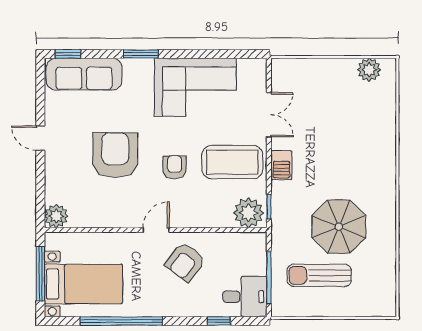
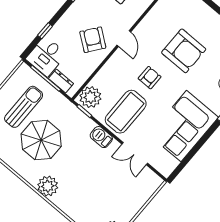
armchair: (175, 167) -> (150, 78), turned -90
plant: (382, 178) -> (48, 186), added
dresser: (258, 259) -> (61, 81), added

